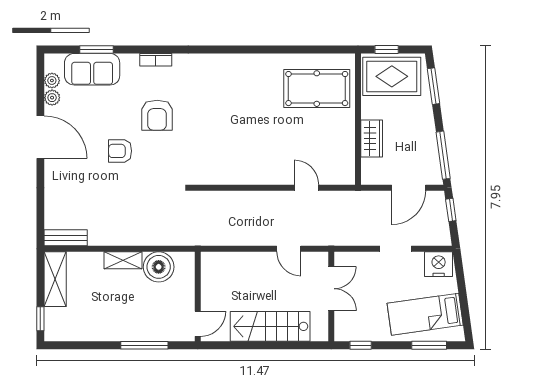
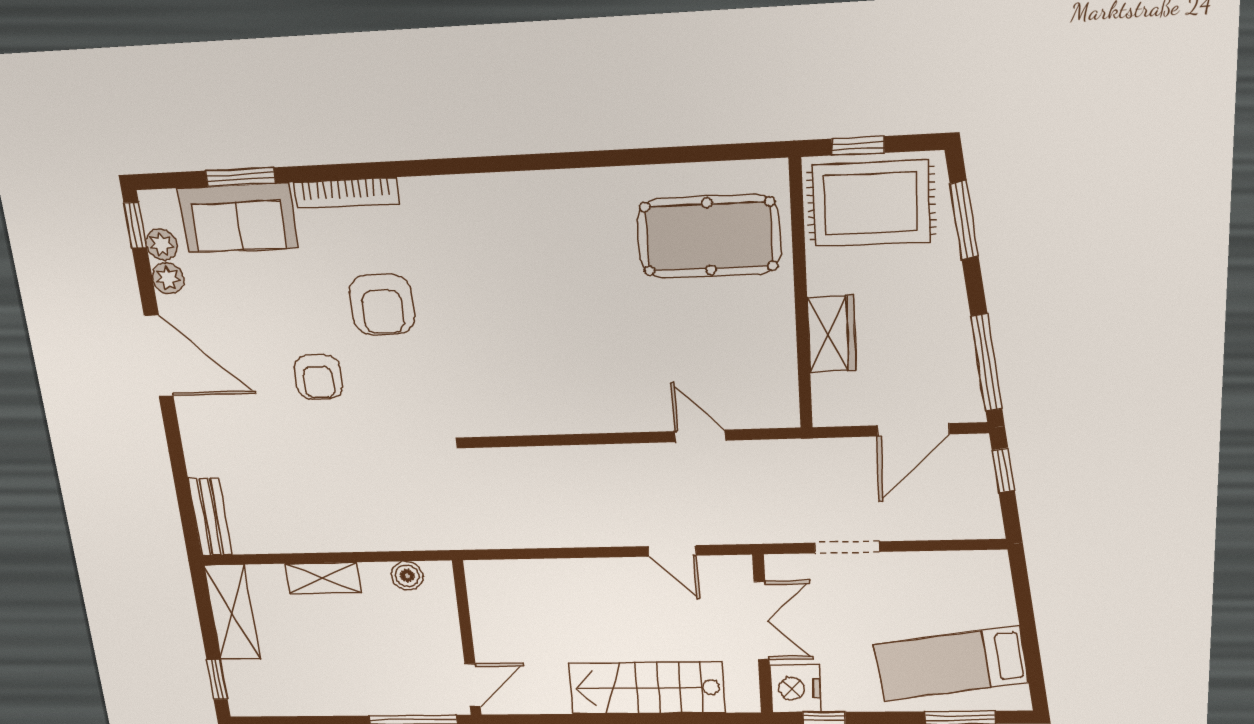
bookcase: (156, 60) -> (346, 193), width x1.56
window: (40, 70) -> (135, 225), added
armchair: (120, 151) -> (318, 377), turned -90
bench: (66, 238) -> (210, 517), moved, turned 90
doorway: (396, 249) -> (847, 547), moved
shelving: (123, 260) -> (323, 578), moved
nightstand: (439, 264) -> (795, 688), moved, turned -90
boiler: (159, 267) -> (407, 576), width x0.54, depth x0.54
wall: (198, 297) -> (467, 639), moved
door: (198, 324) -> (473, 685), moved

